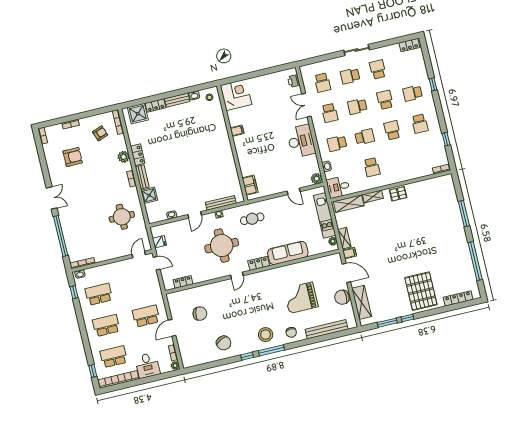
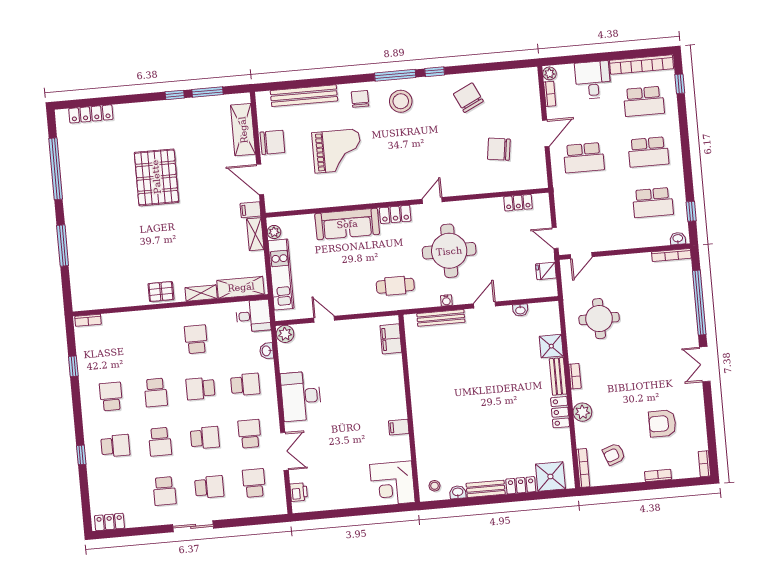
pallet: (421, 291) -> (156, 177), moved

